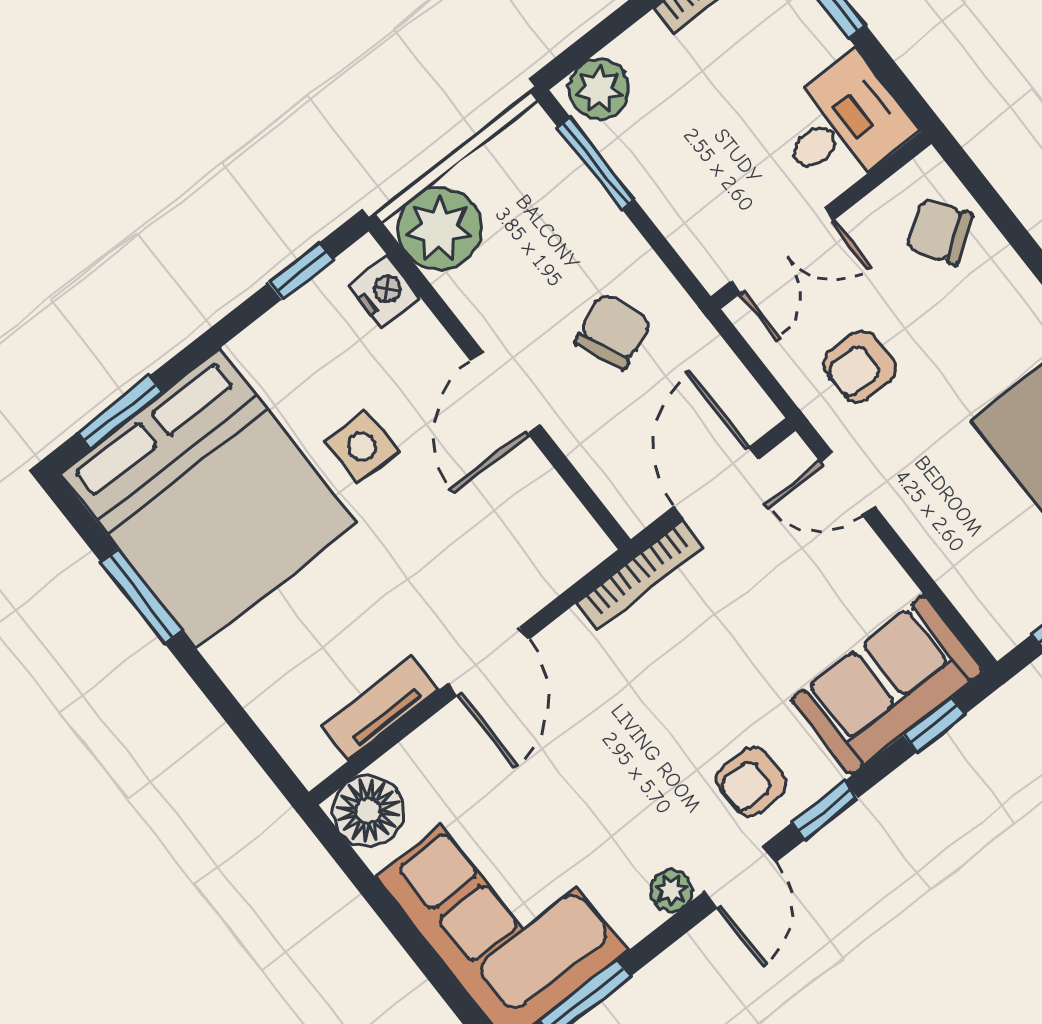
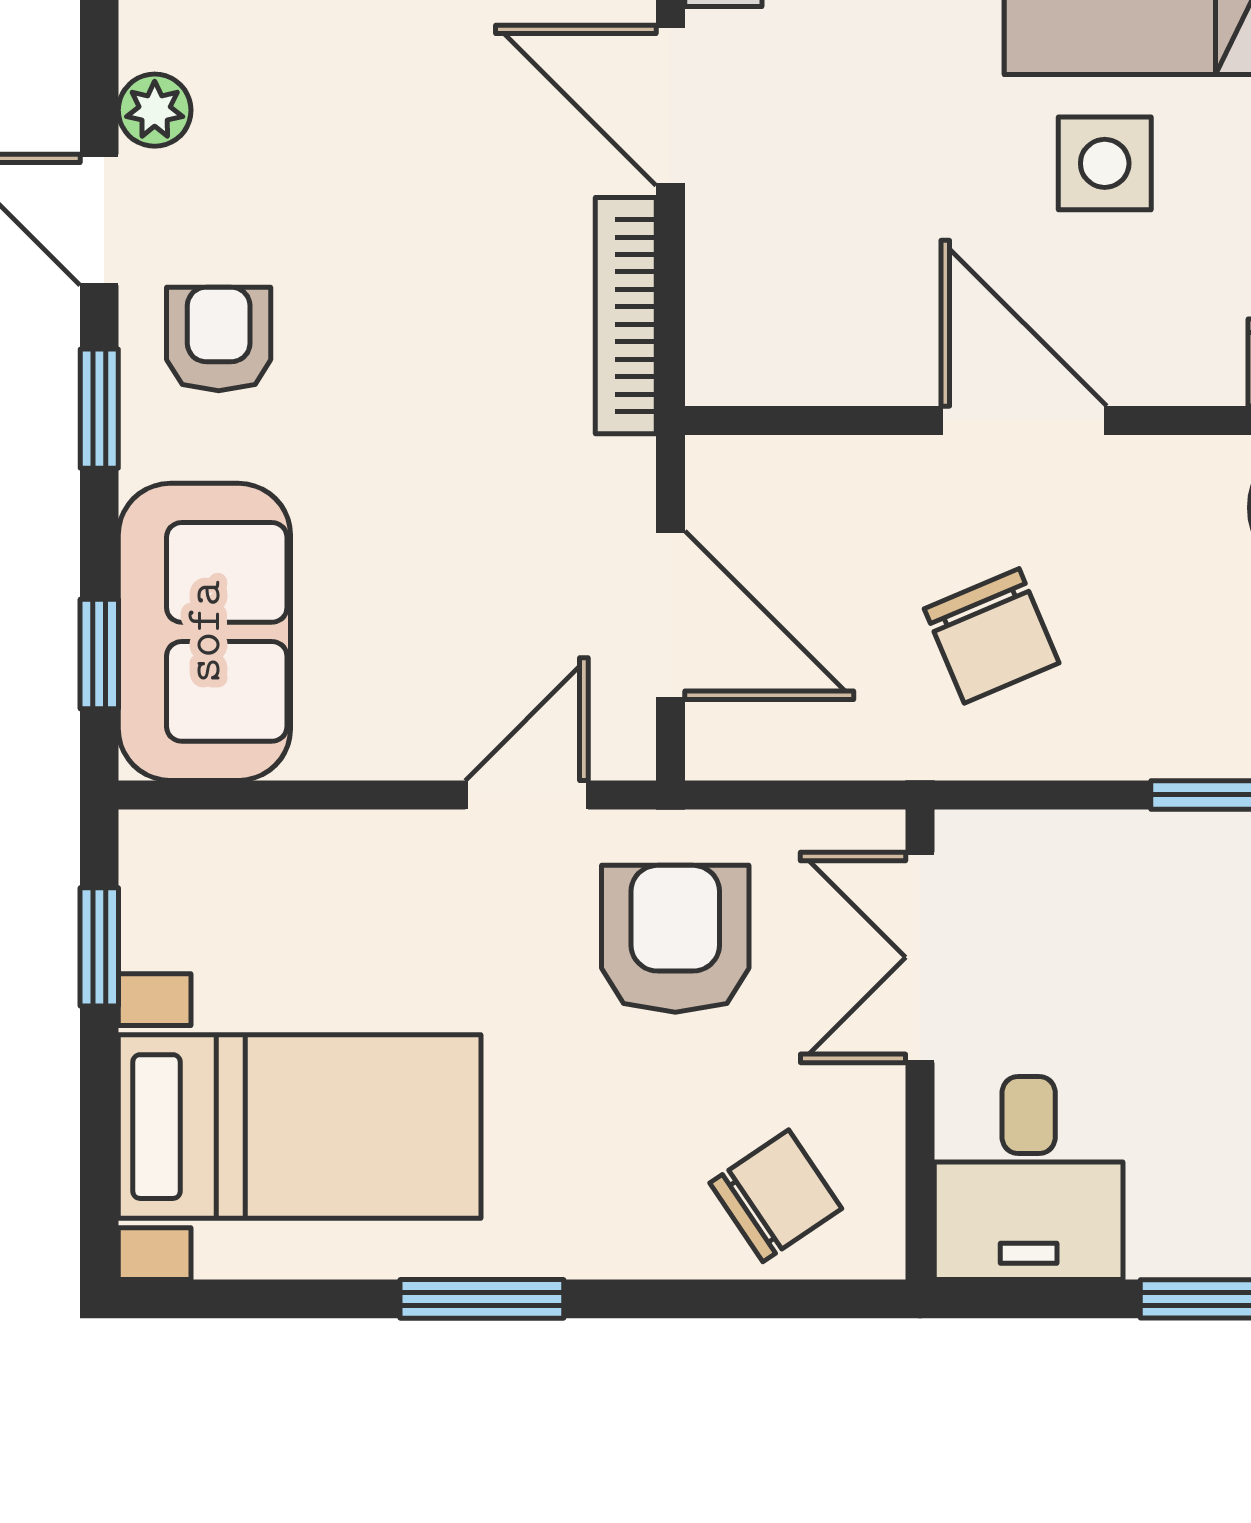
armchair: (860, 367) -> (675, 939), width x1.38, depth x1.38
bookcase: (640, 575) -> (626, 316), moved

